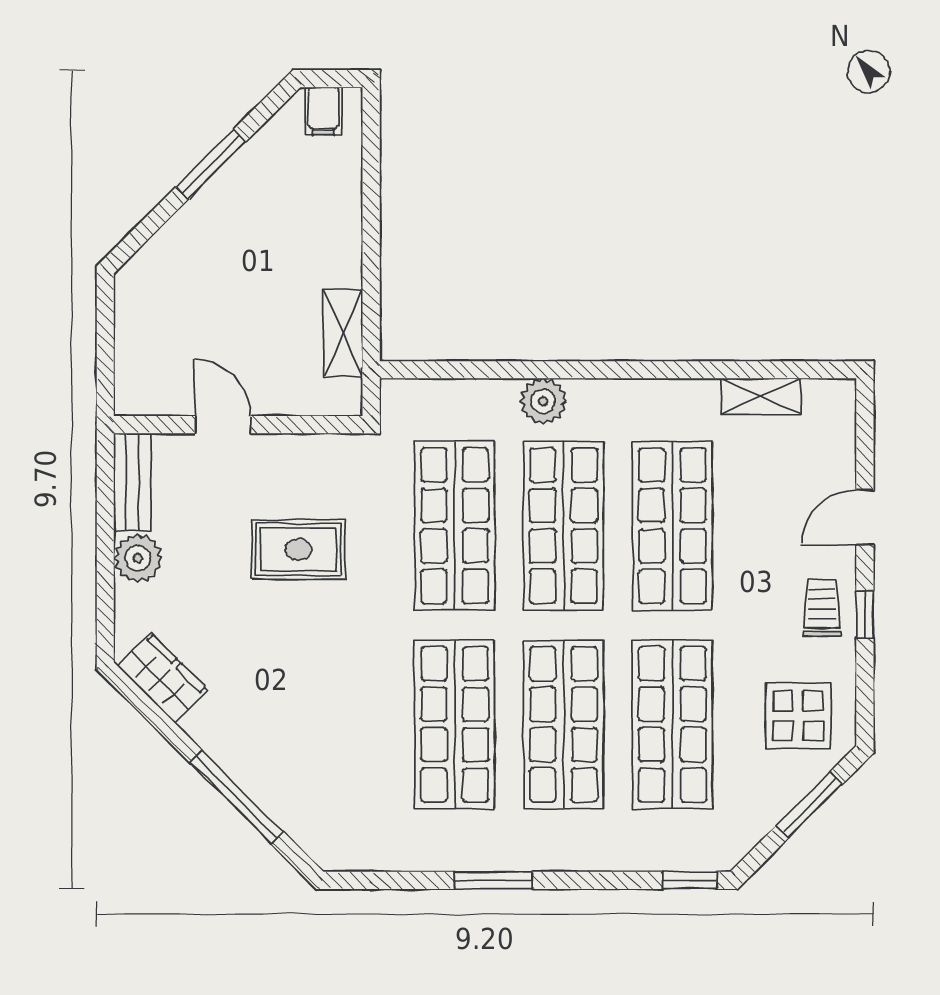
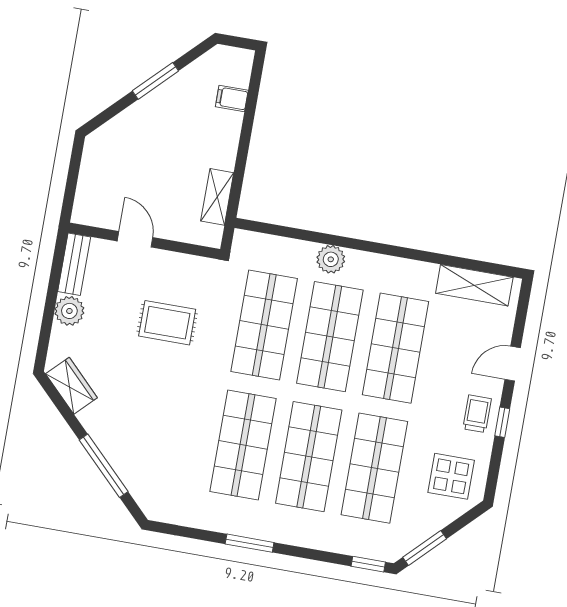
filing cabinet: (324, 111) -> (232, 98), moved, turned 90
shelving: (761, 396) -> (474, 285), width x1.50, depth x1.33
window: (809, 805) -> (425, 548), moved

